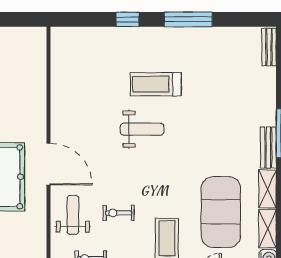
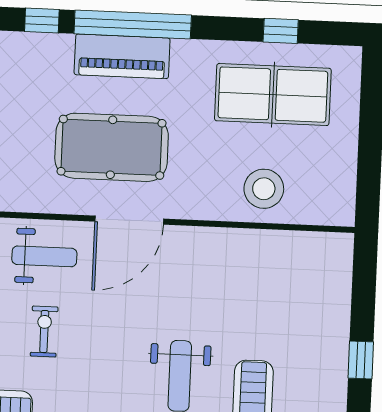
stool: (26, 83) -> (264, 189), added

